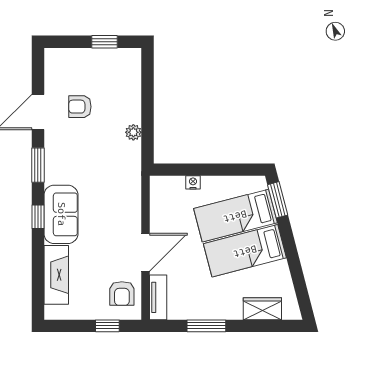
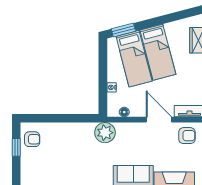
armchair: (80, 107) -> (32, 139), moved, turned -90
plant: (133, 132) -> (105, 133), moved, width x1.88, depth x1.88
floor lamp: (157, 201) -> (124, 112), added

